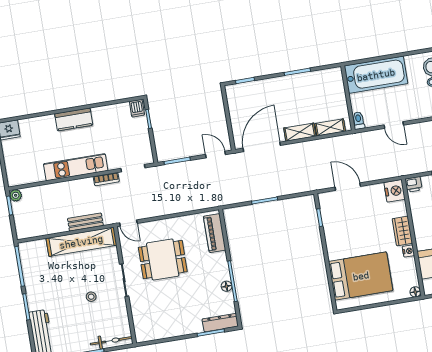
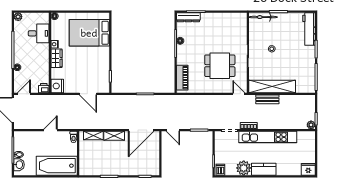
plant: (103, 116) -> (244, 168), added
door: (394, 125) -> (51, 130), hinge flipped
kitchen unit: (76, 167) -> (268, 137), width x1.36

